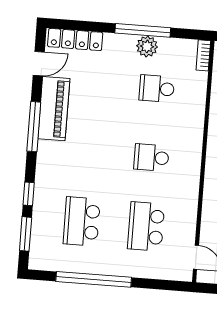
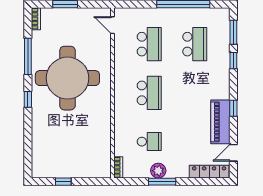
window: (143, 30) -> (162, 182), width x0.69
window: (34, 127) -> (233, 108), width x0.46
school desk: (151, 157) -> (149, 93), width x1.85

